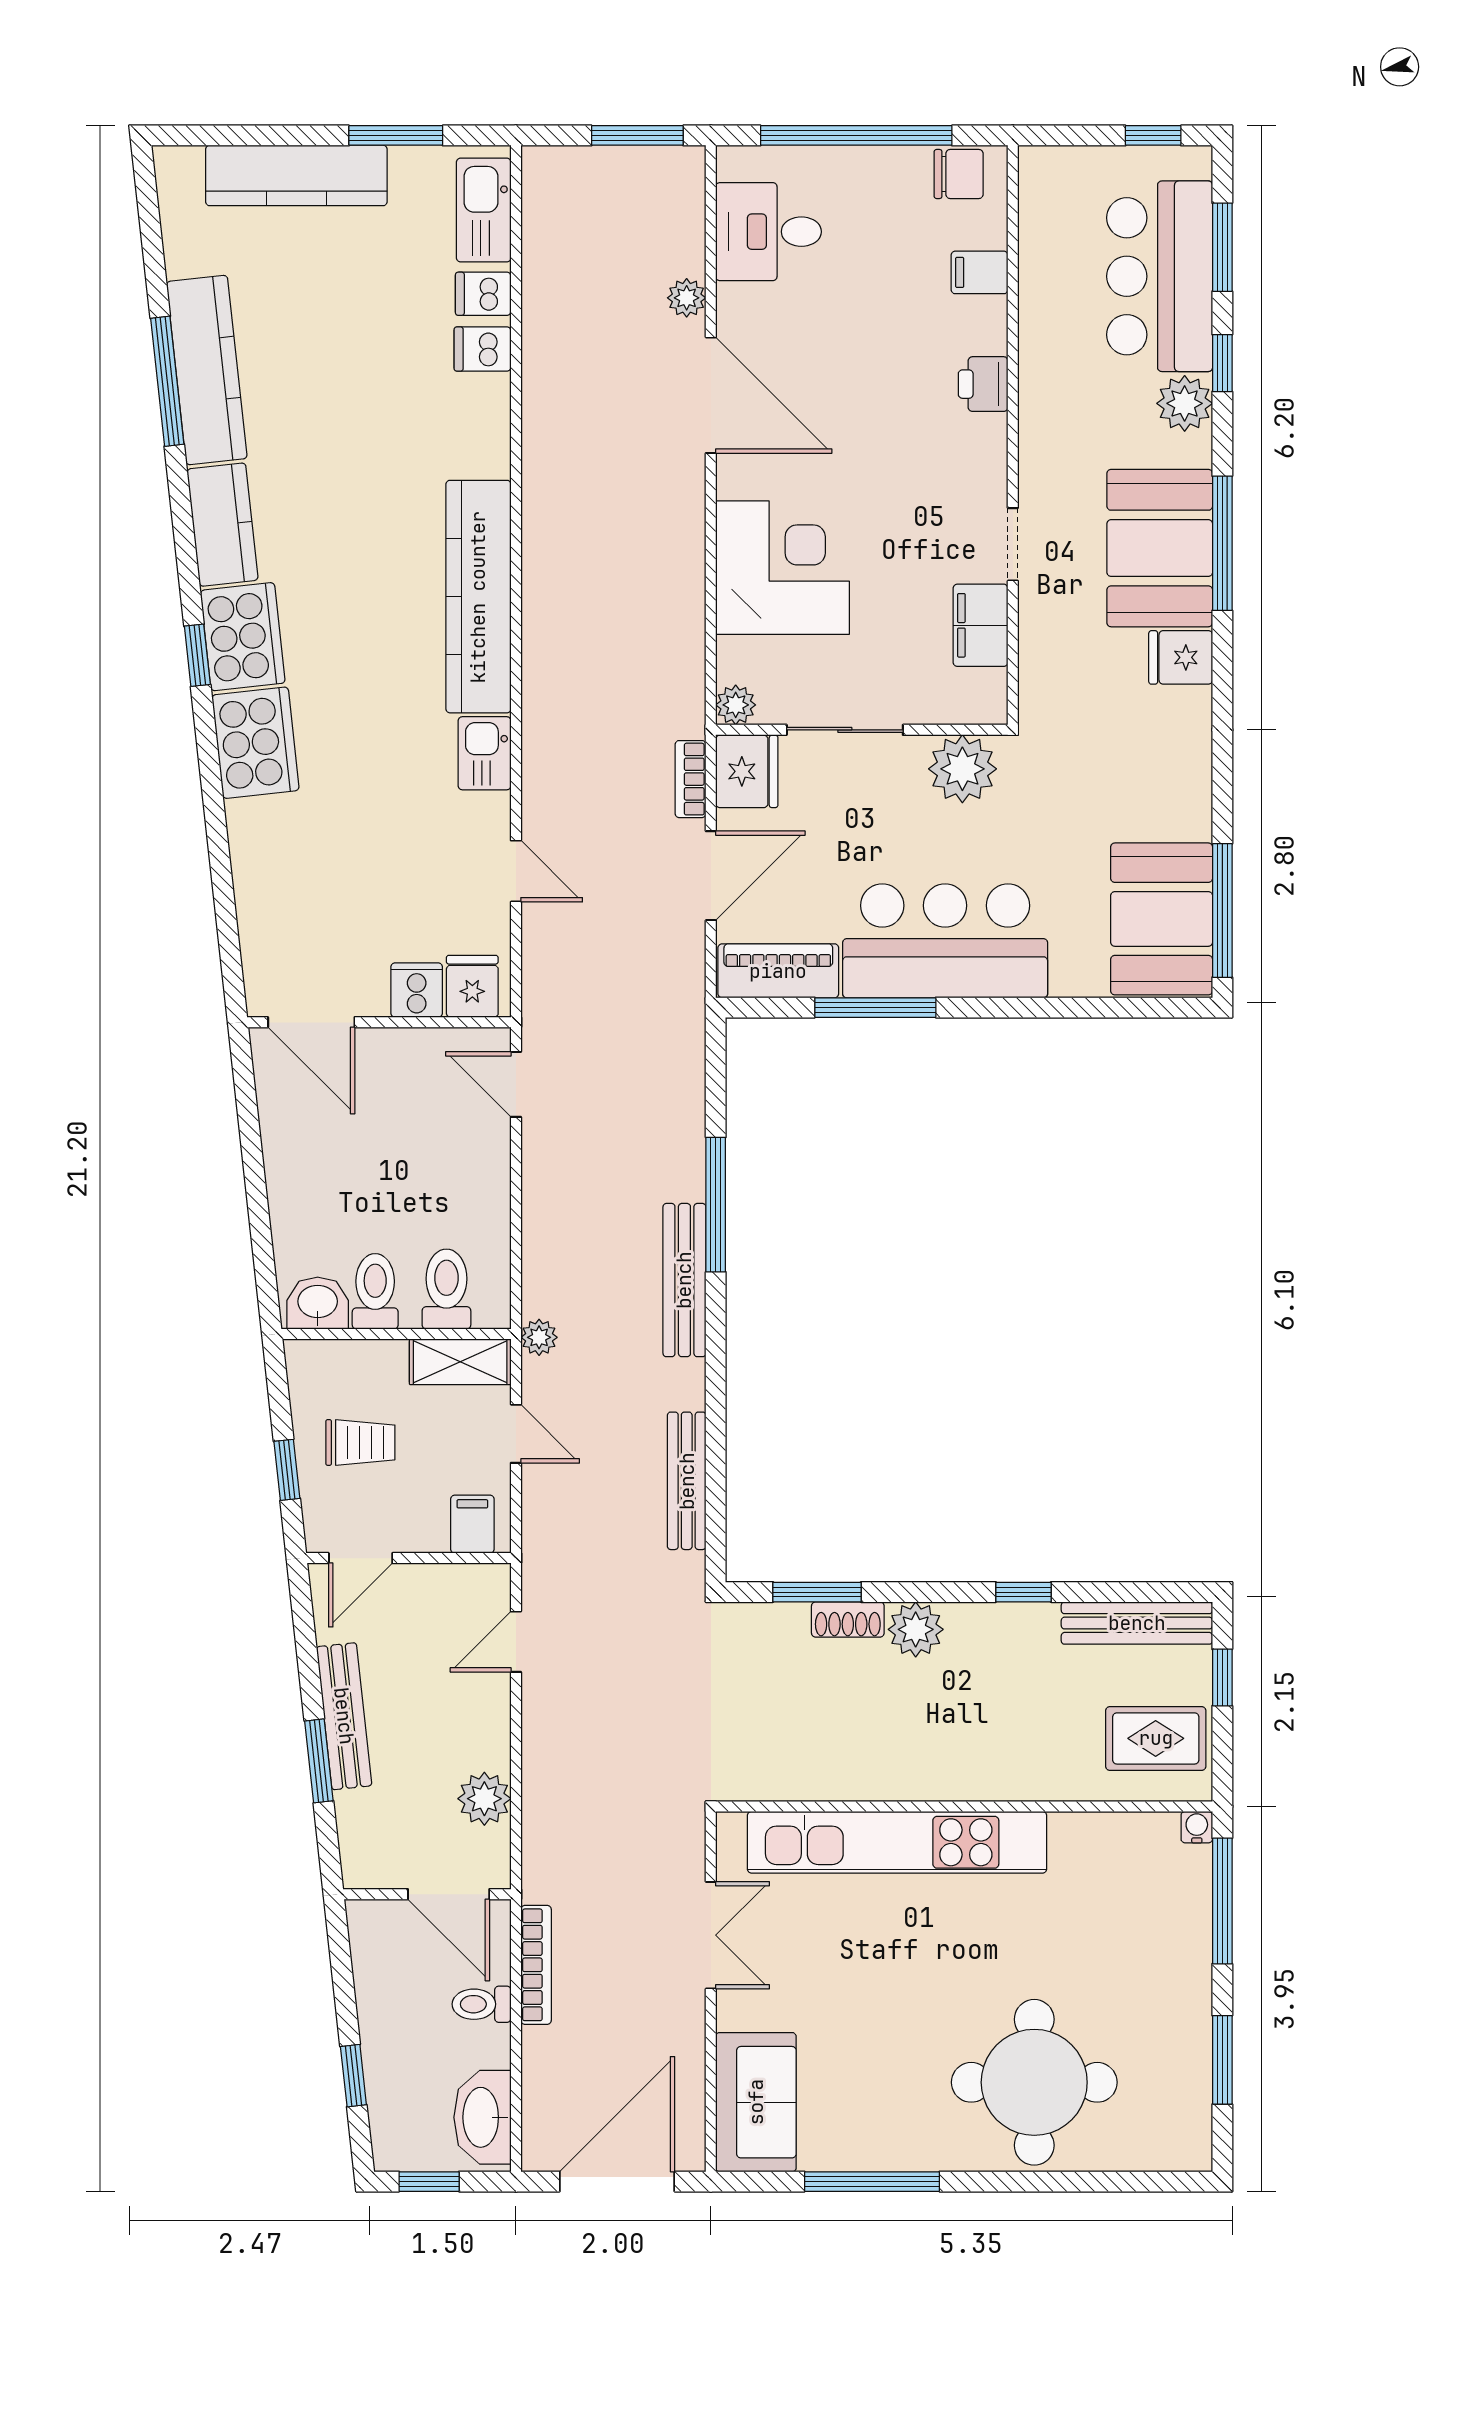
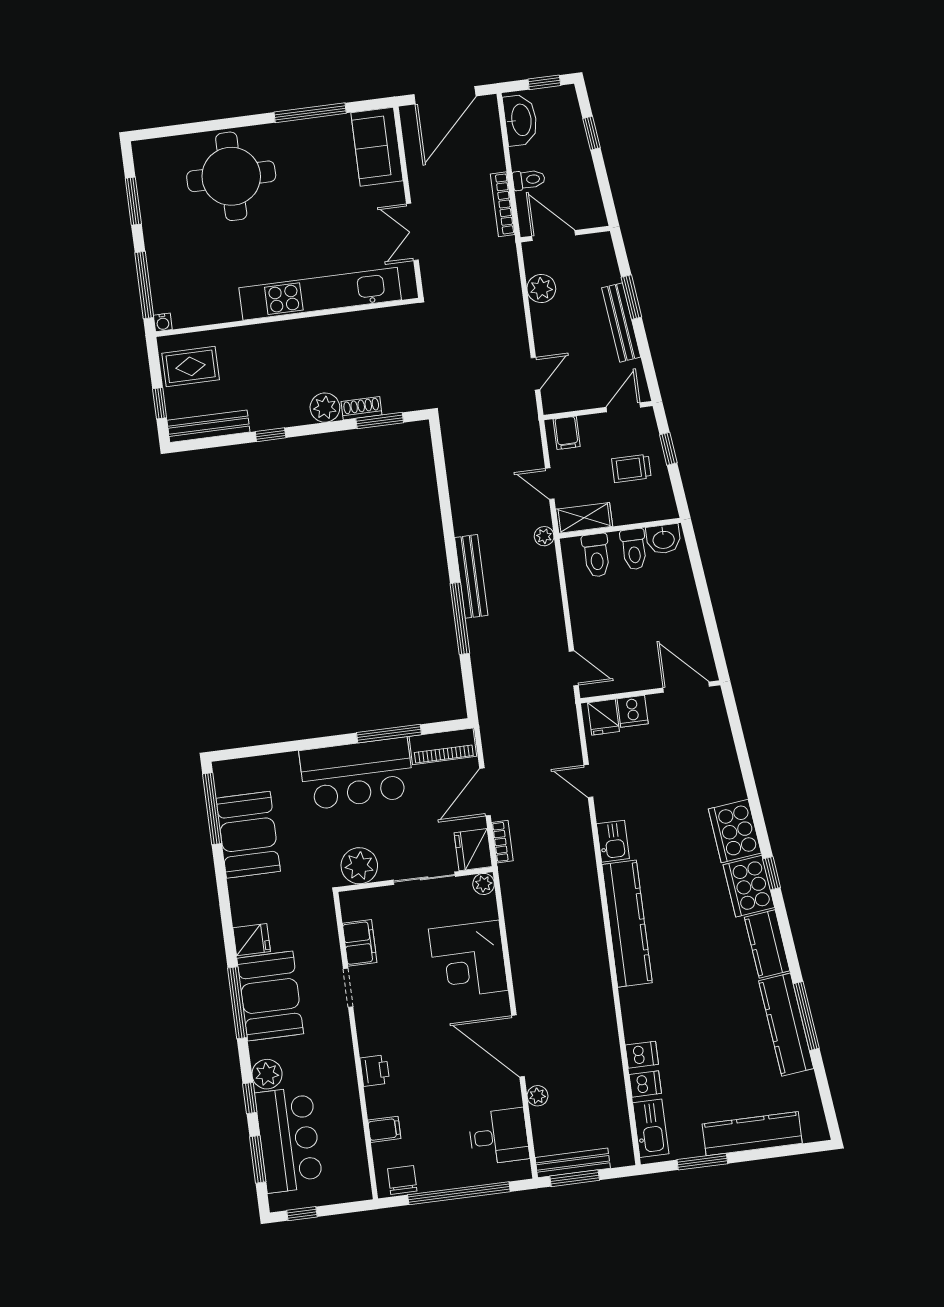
chair: (959, 174) -> (402, 1180), turned 90
booth: (1162, 919) -> (248, 835), moved
bench: (687, 1481) -> (573, 1163), moved, turned 90

